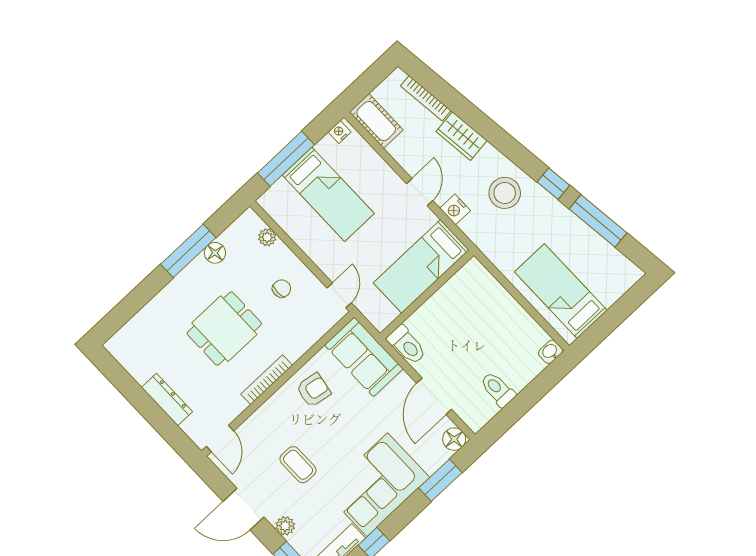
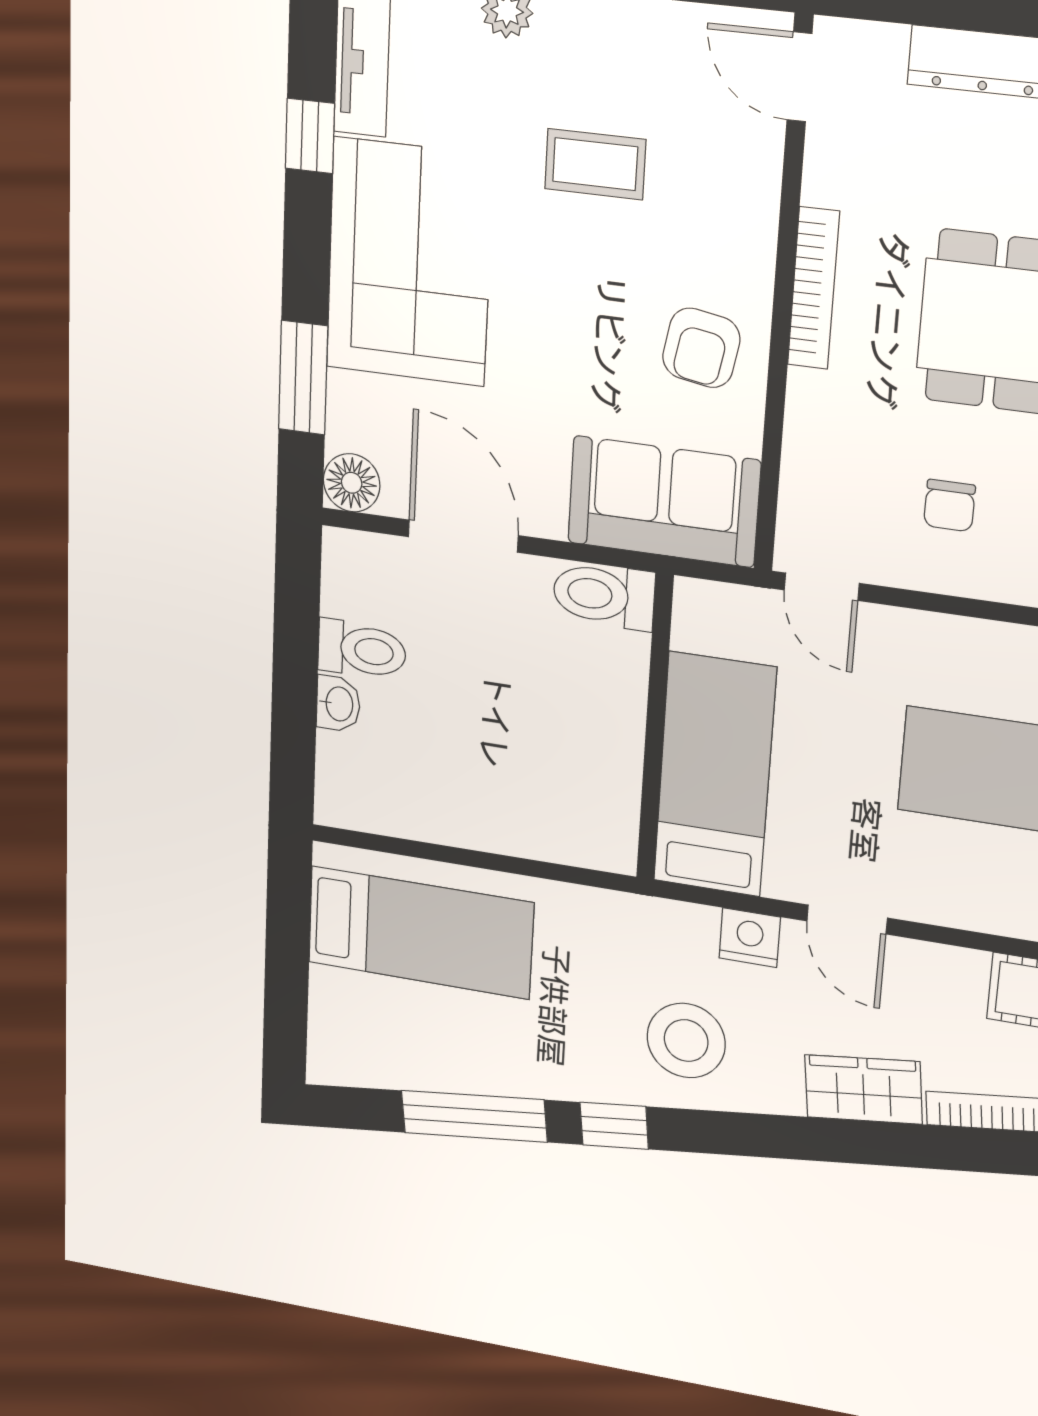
washbasin: (550, 352) -> (338, 704), moved

